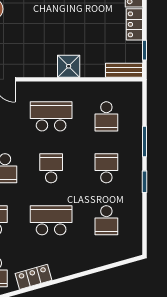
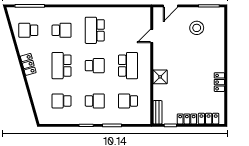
school desk: (51, 220) -> (62, 66), turned 180
locker: (33, 277) -> (28, 64), moved

